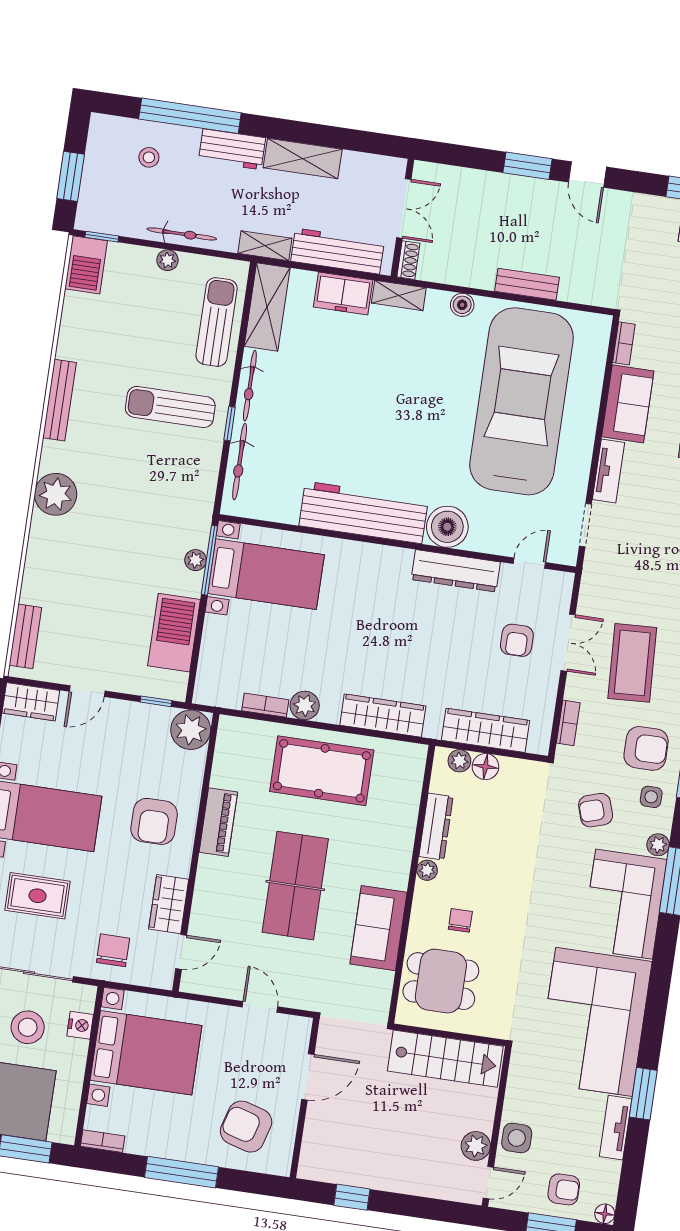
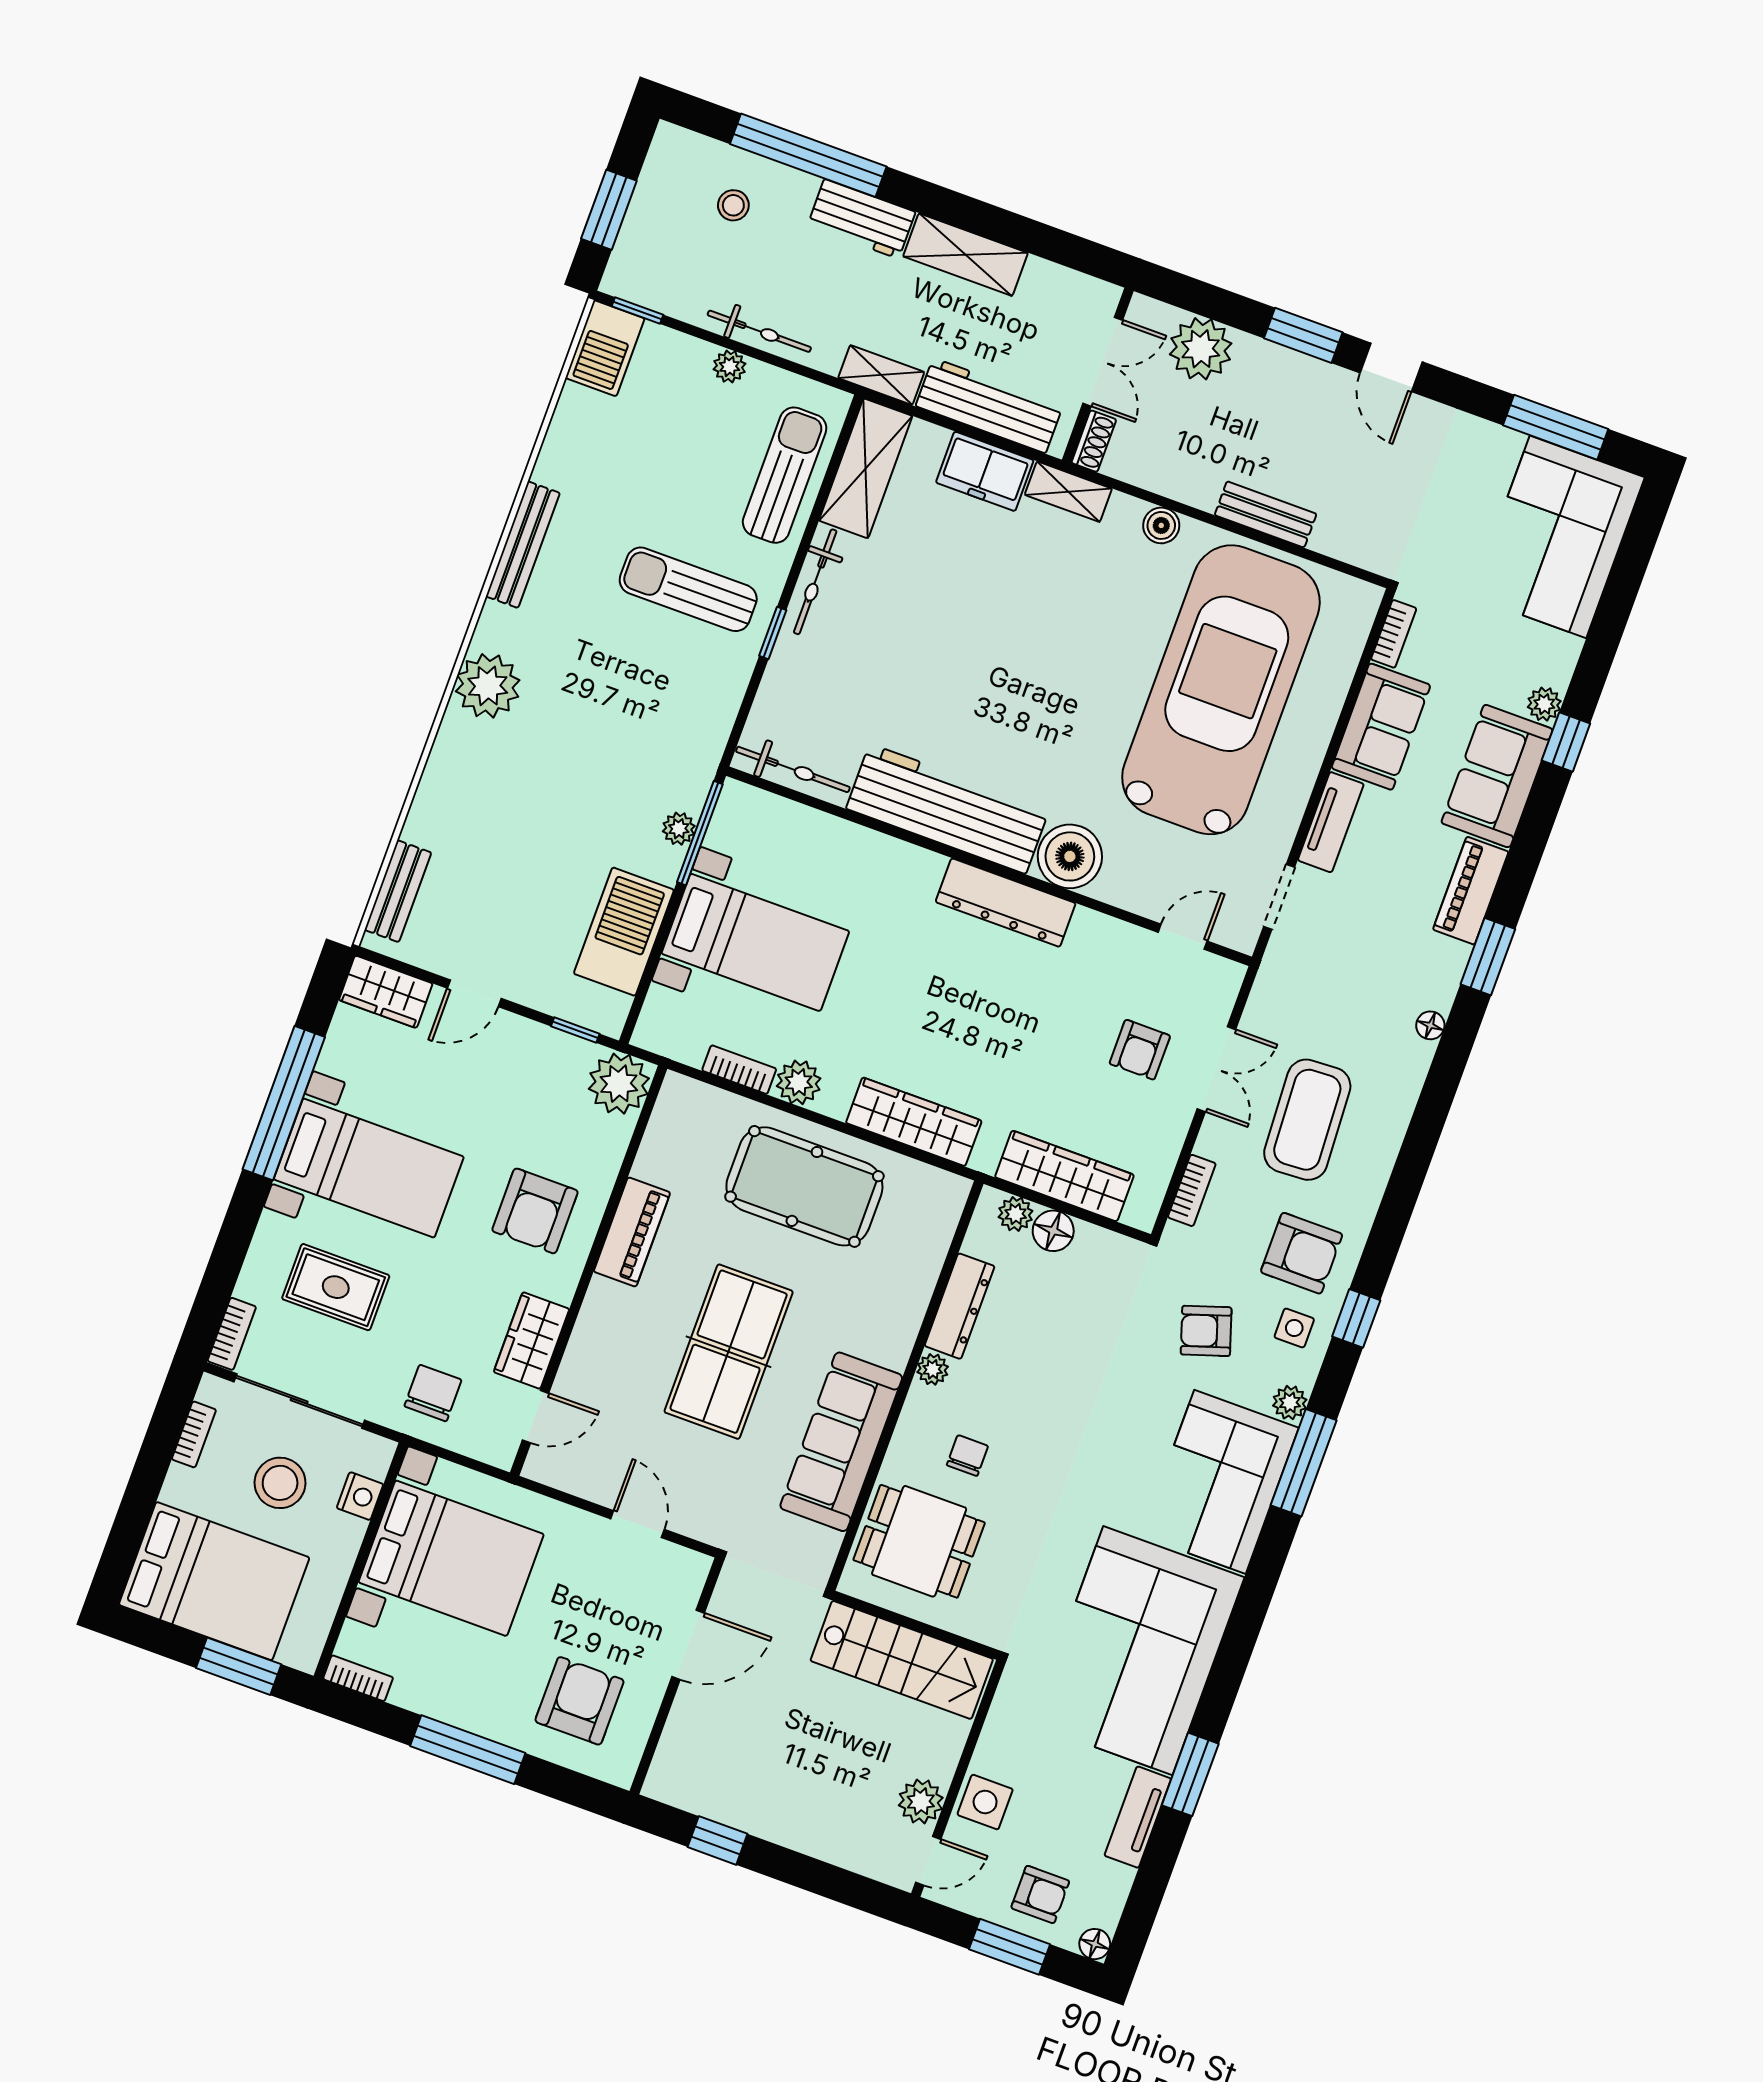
plant: (464, 188) -> (1201, 349), added
bicycle: (240, 462) -> (793, 769), moved, turned -90
dresser: (456, 571) -> (1006, 903), moved
bed with nightstands: (266, 574) -> (755, 942), moved
sofa: (378, 928) -> (841, 1442), width x1.36
armchair: (246, 1127) -> (579, 1701), turned 74

